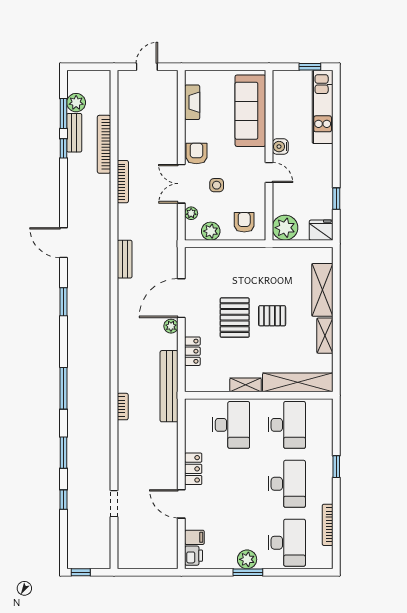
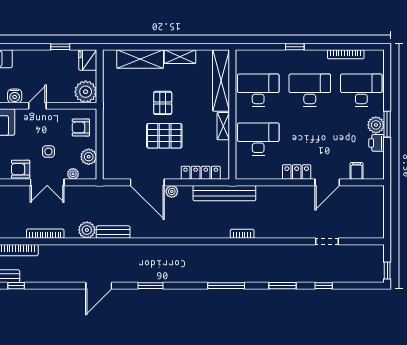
plant: (127, 229) -> (87, 230), added
locker: (192, 351) -> (201, 173), width x1.53
printer: (194, 556) -> (377, 143), moved, turned -90

